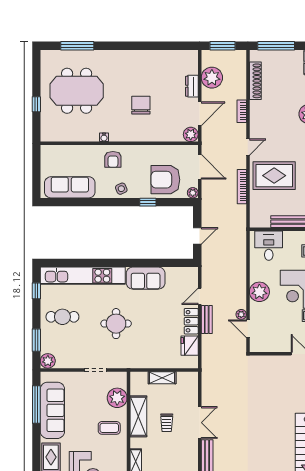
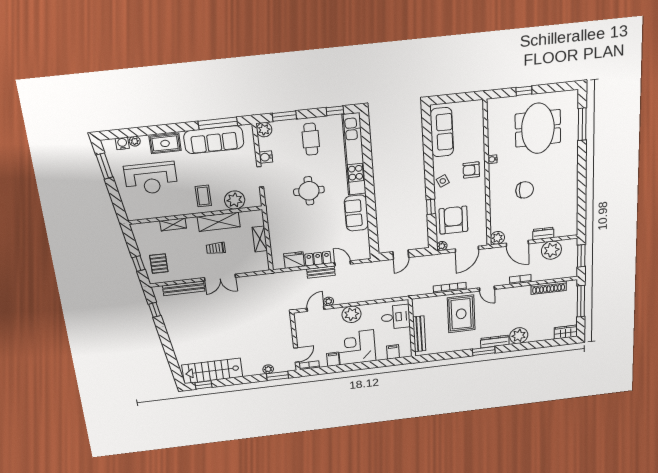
door: (197, 236) -> (401, 255), hinge flipped
water cooler: (76, 362) -> (266, 157), added

